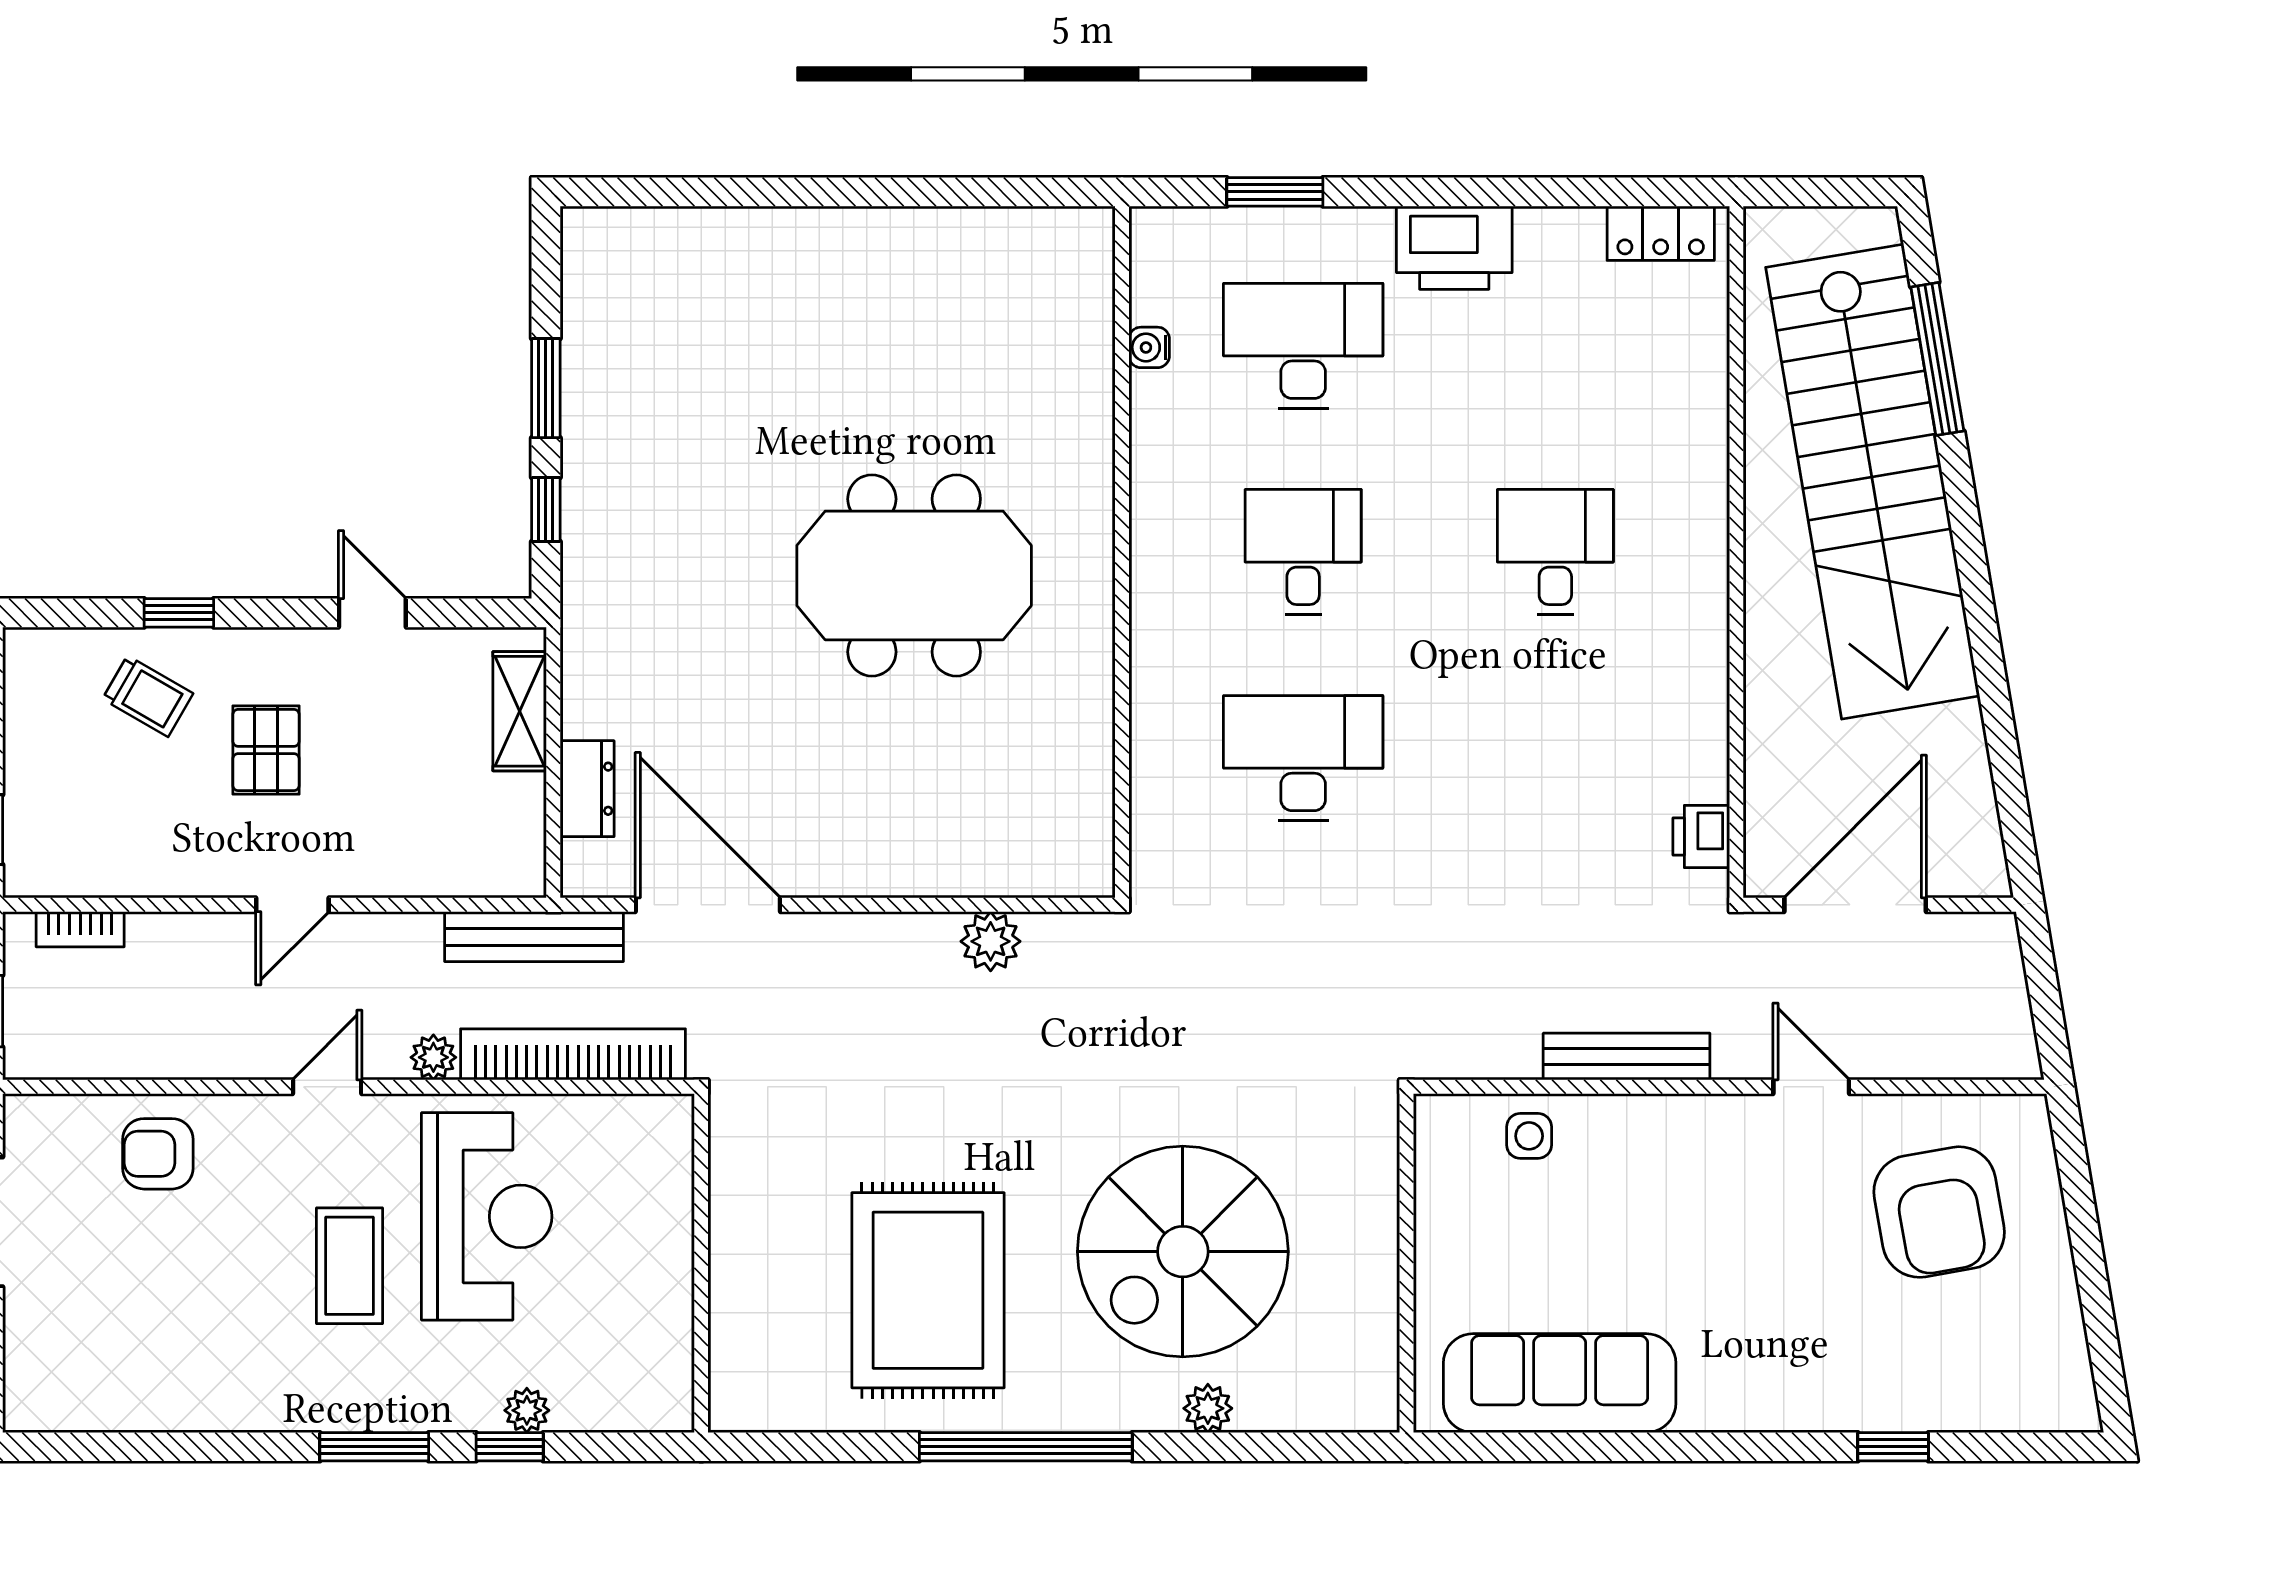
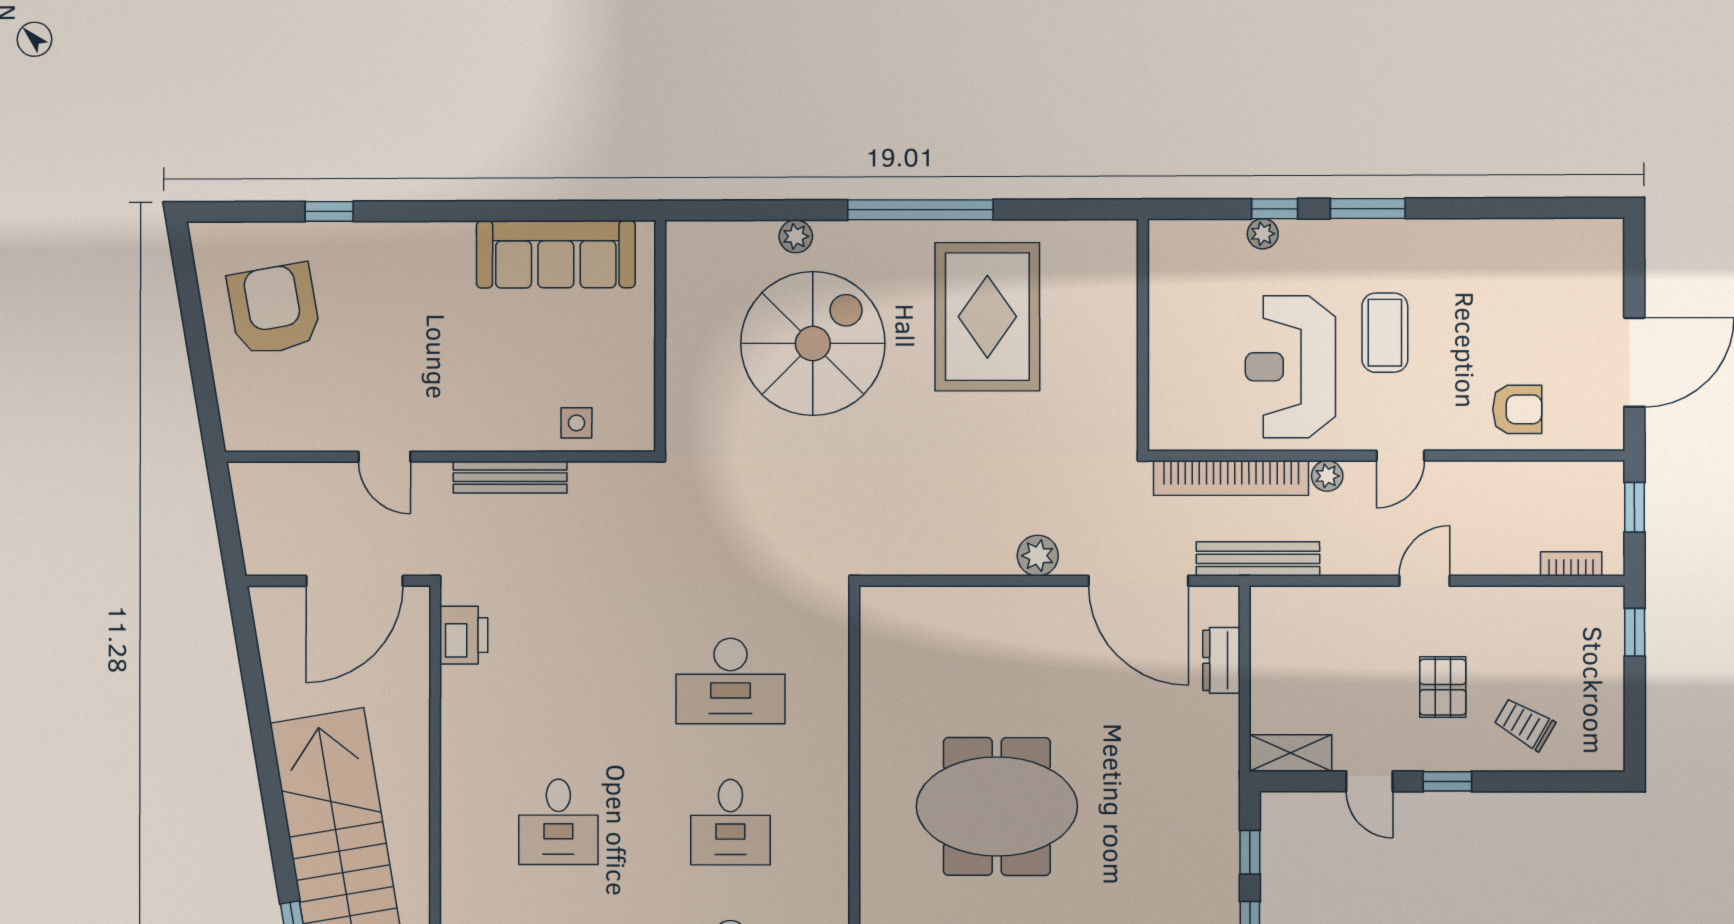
window: (179, 613) -> (1447, 781), moved
shelving: (520, 711) -> (1291, 753), moved, turned 90
printer: (1701, 837) -> (464, 635), width x1.36, depth x1.24
plant: (991, 941) -> (1038, 556), moved
armchair: (1939, 1212) -> (274, 309), moved

